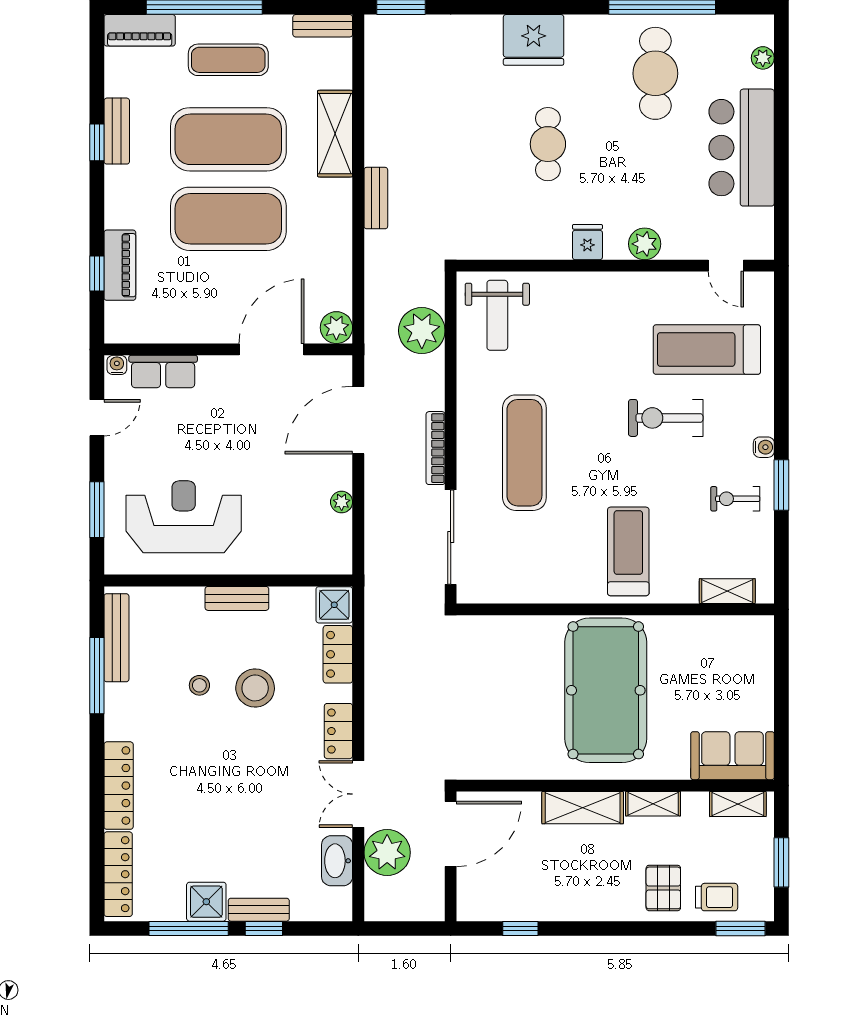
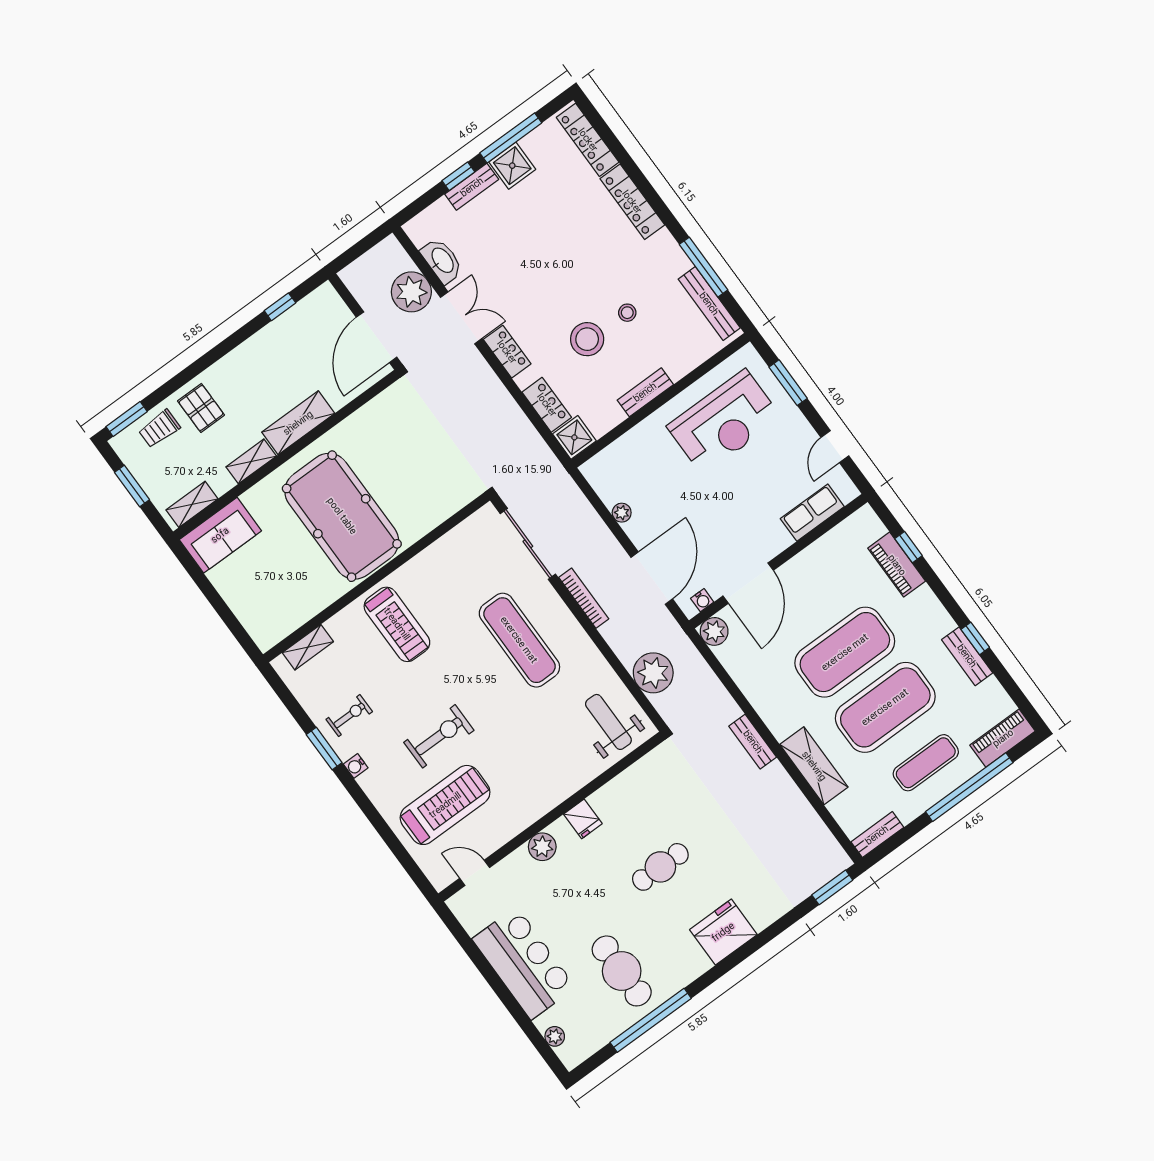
cafe table: (548, 144) -> (660, 867), turned 90
water cooler: (117, 365) -> (702, 600), moved

